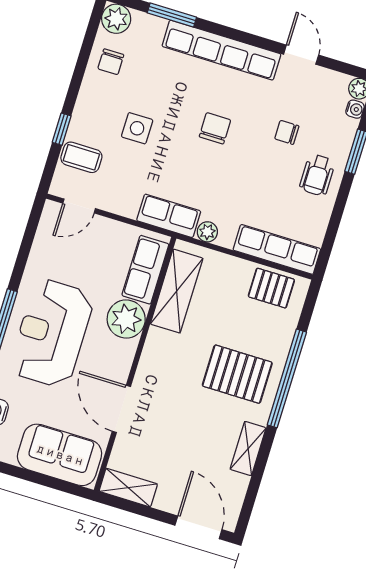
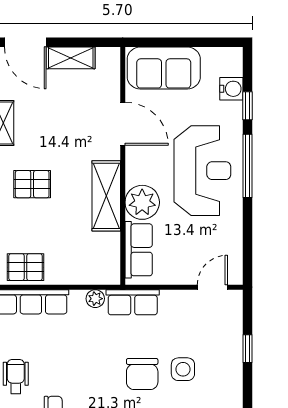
chair: (215, 128) -> (142, 374), moved, width x1.37, depth x1.37
coffee table: (81, 157) -> (223, 330), removed
shelving: (177, 291) -> (106, 196), moved
pallet: (237, 374) -> (32, 184), width x0.67, depth x0.71
shelving: (128, 488) -> (71, 58), moved

